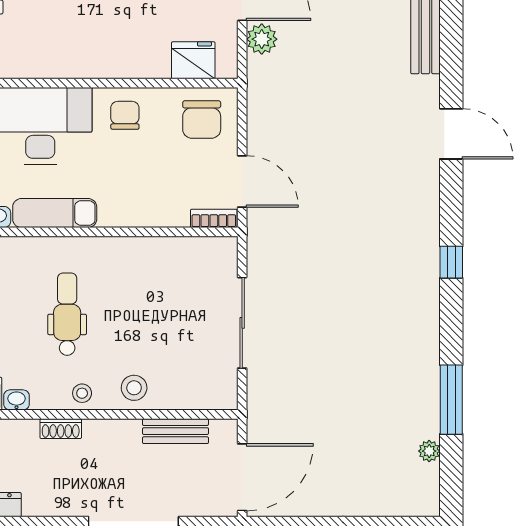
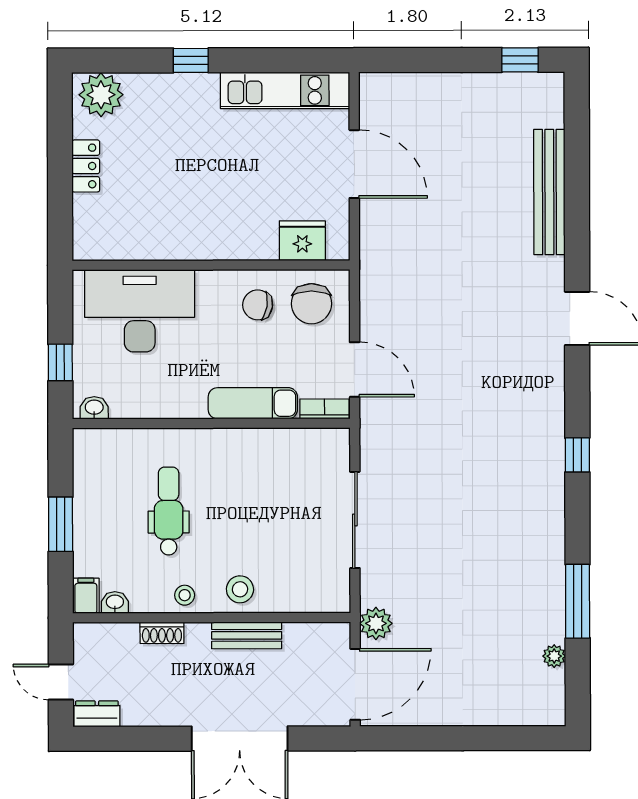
plant: (262, 39) -> (376, 623), moved
chair: (125, 115) -> (258, 305), moved, turned -81
exam couch: (55, 213) -> (253, 403), moved
bench: (175, 431) -> (247, 635), moved

